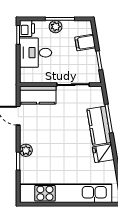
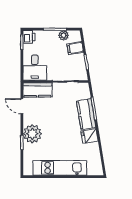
plant: (56, 27) -> (64, 35), moved
desk: (36, 53) -> (35, 68), moved, turned -90
plant: (26, 150) -> (32, 134), width x1.88, depth x1.88
kitchen unit: (66, 193) -> (60, 168), width x0.73

